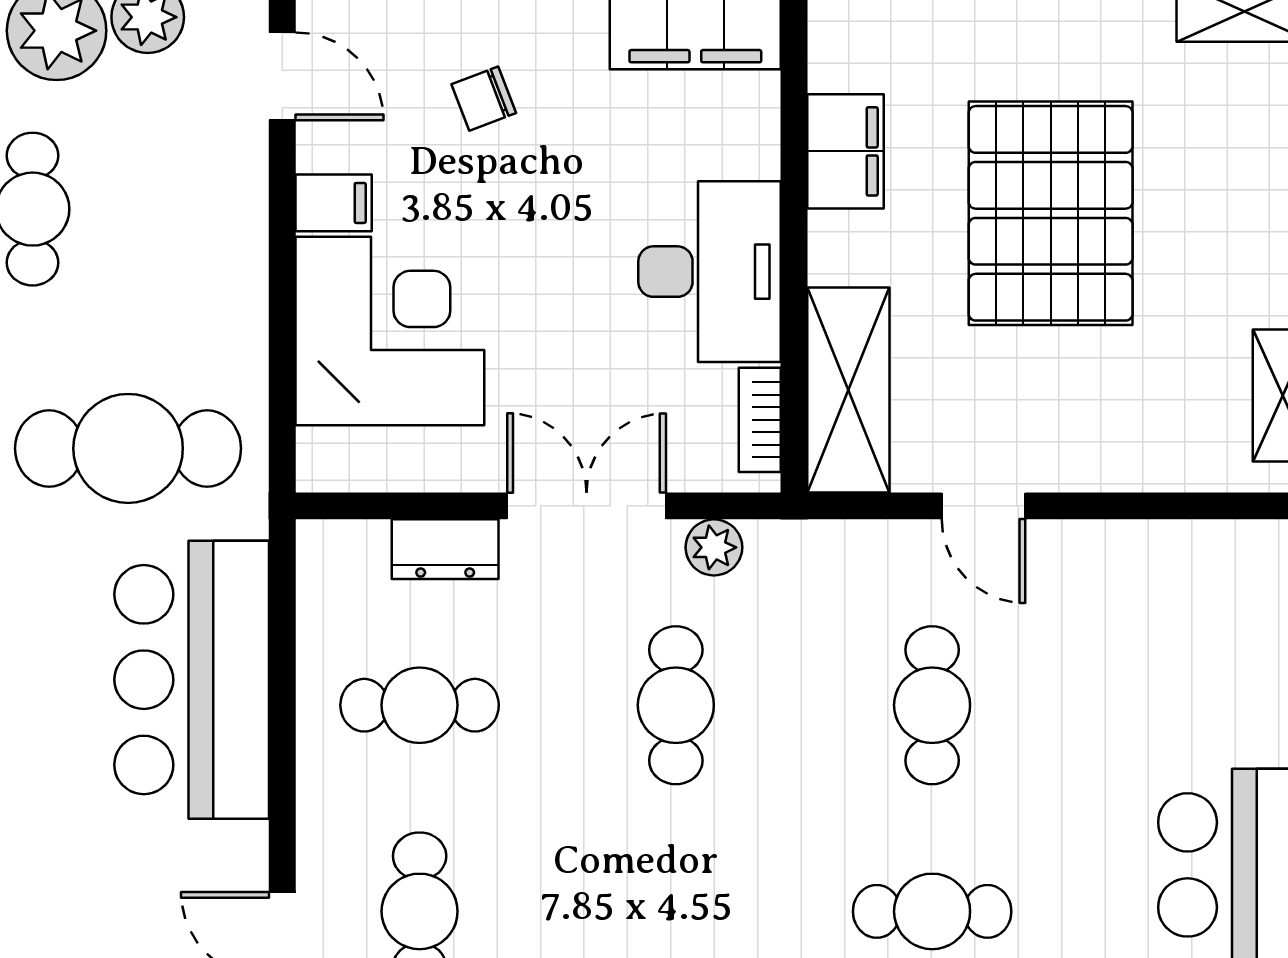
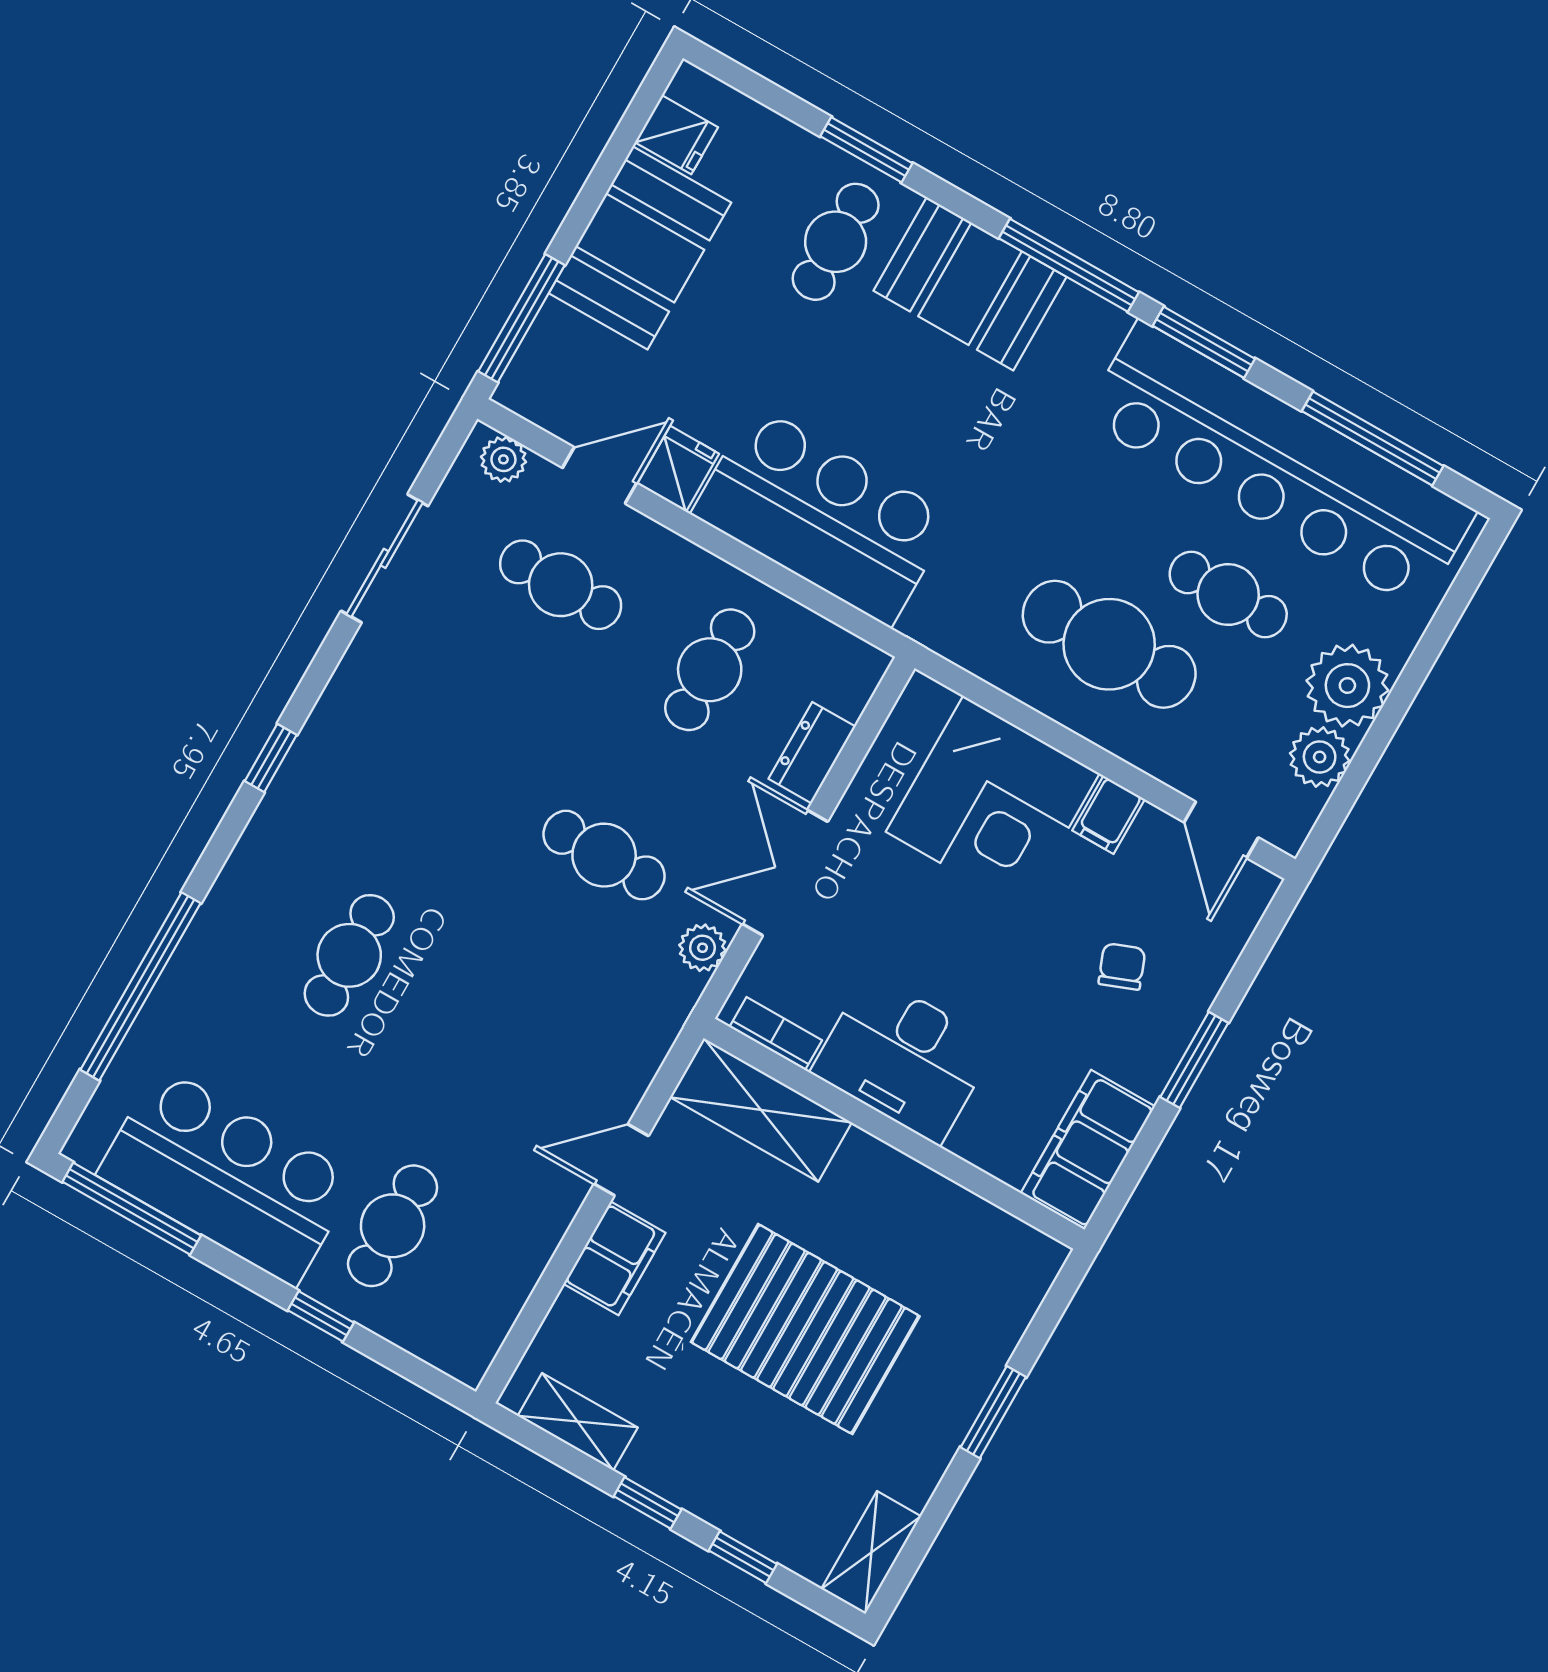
door: (282, 76) -> (1221, 830), hinge flipped
filing cabinet: (845, 151) -> (614, 1258), moved, turned -90
cafe table: (128, 448) -> (1109, 644), moved, turned 90
double door: (587, 506) -> (785, 873), swing flipped
cafe table: (932, 705) -> (393, 1226), moved, turned 90
fridge: (229, 858) -> (678, 469), added

